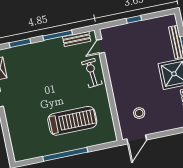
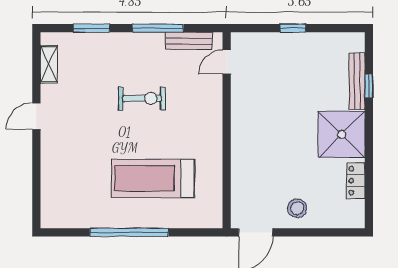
exercise bike: (92, 73) -> (142, 98), moved, turned 95
stool: (139, 113) -> (297, 208), moved
treadmill: (72, 121) -> (153, 178), turned 180

